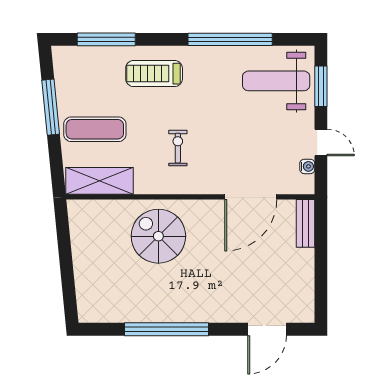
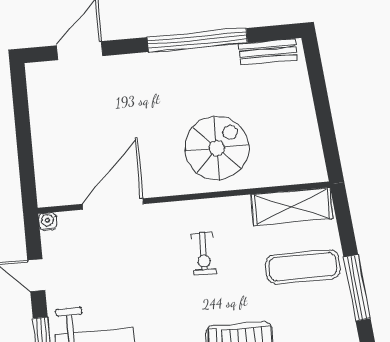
water cooler: (307, 166) -> (48, 222), moved, turned 90
bench: (305, 223) -> (268, 52), moved, turned 90
spiral stairs: (158, 236) -> (217, 148), turned -90

